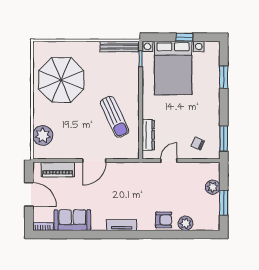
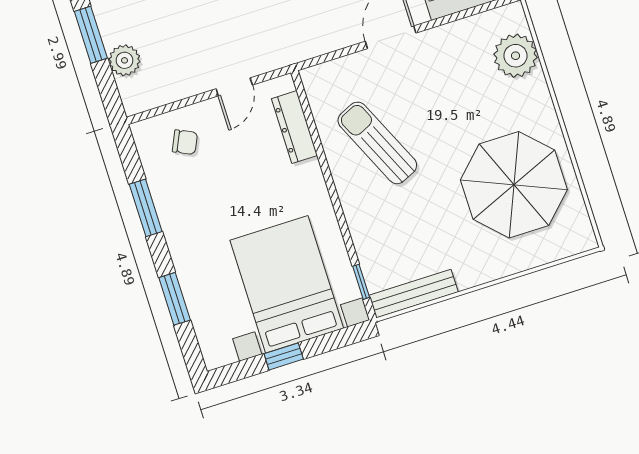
window: (224, 139) -> (146, 208), moved

